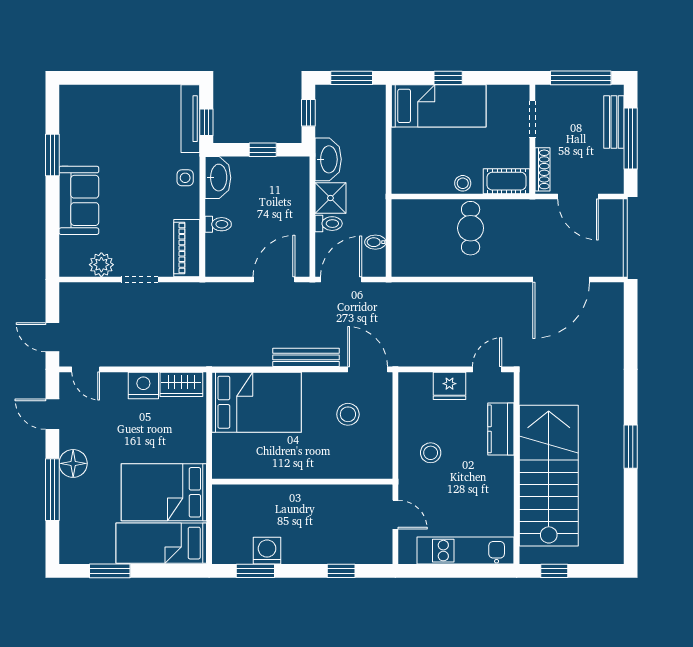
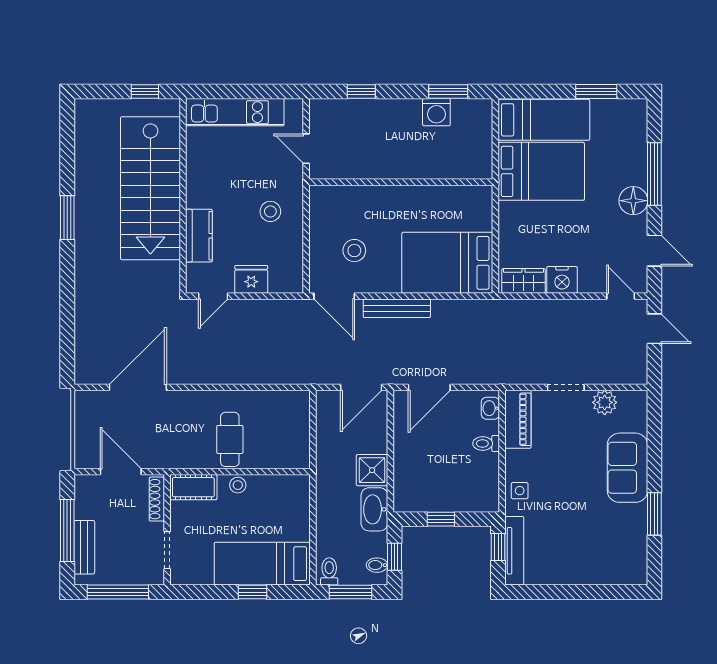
washbasin: (218, 178) -> (490, 408), moved, width x0.52, depth x0.69
toilet: (329, 224) -> (329, 571), moved, turned 90
bidet: (375, 242) -> (377, 565), moved, turned 180

